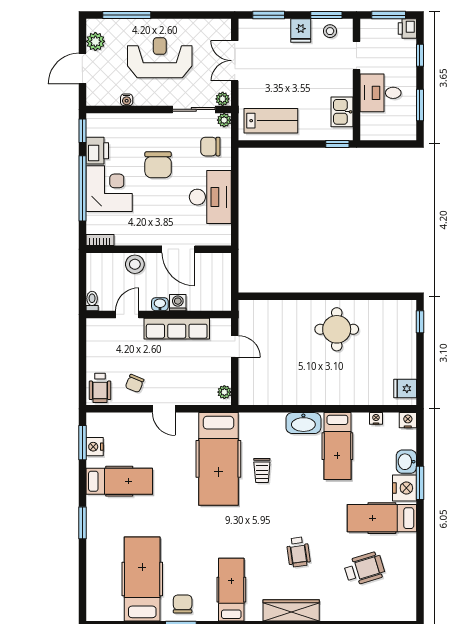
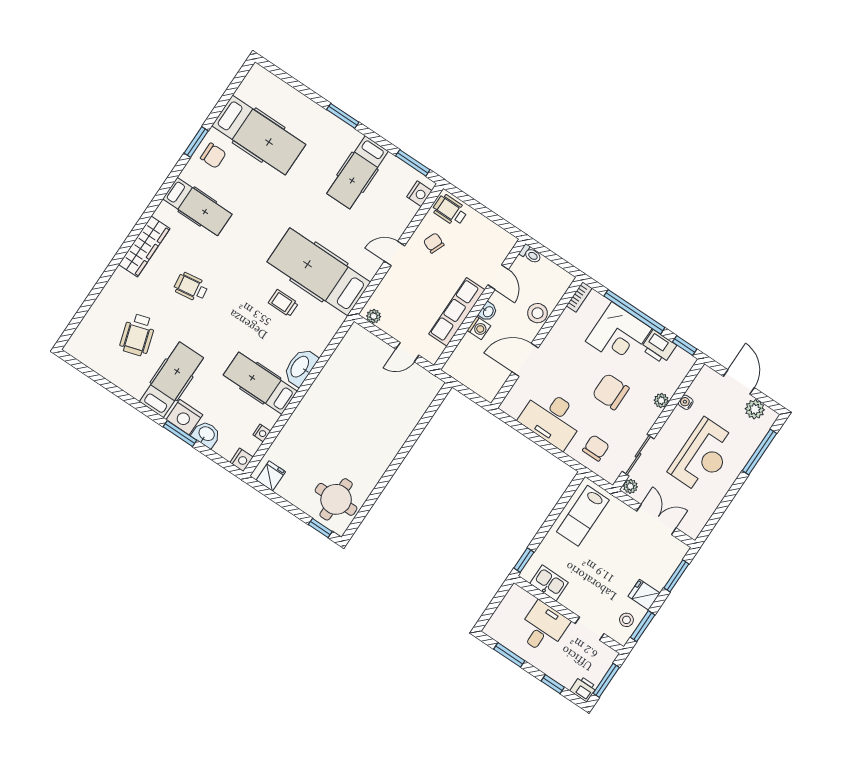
plant: (224, 120) -> (661, 401), moved
round table: (337, 329) -> (336, 499), moved
nightstand: (95, 447) -> (419, 194), moved, turned 90

